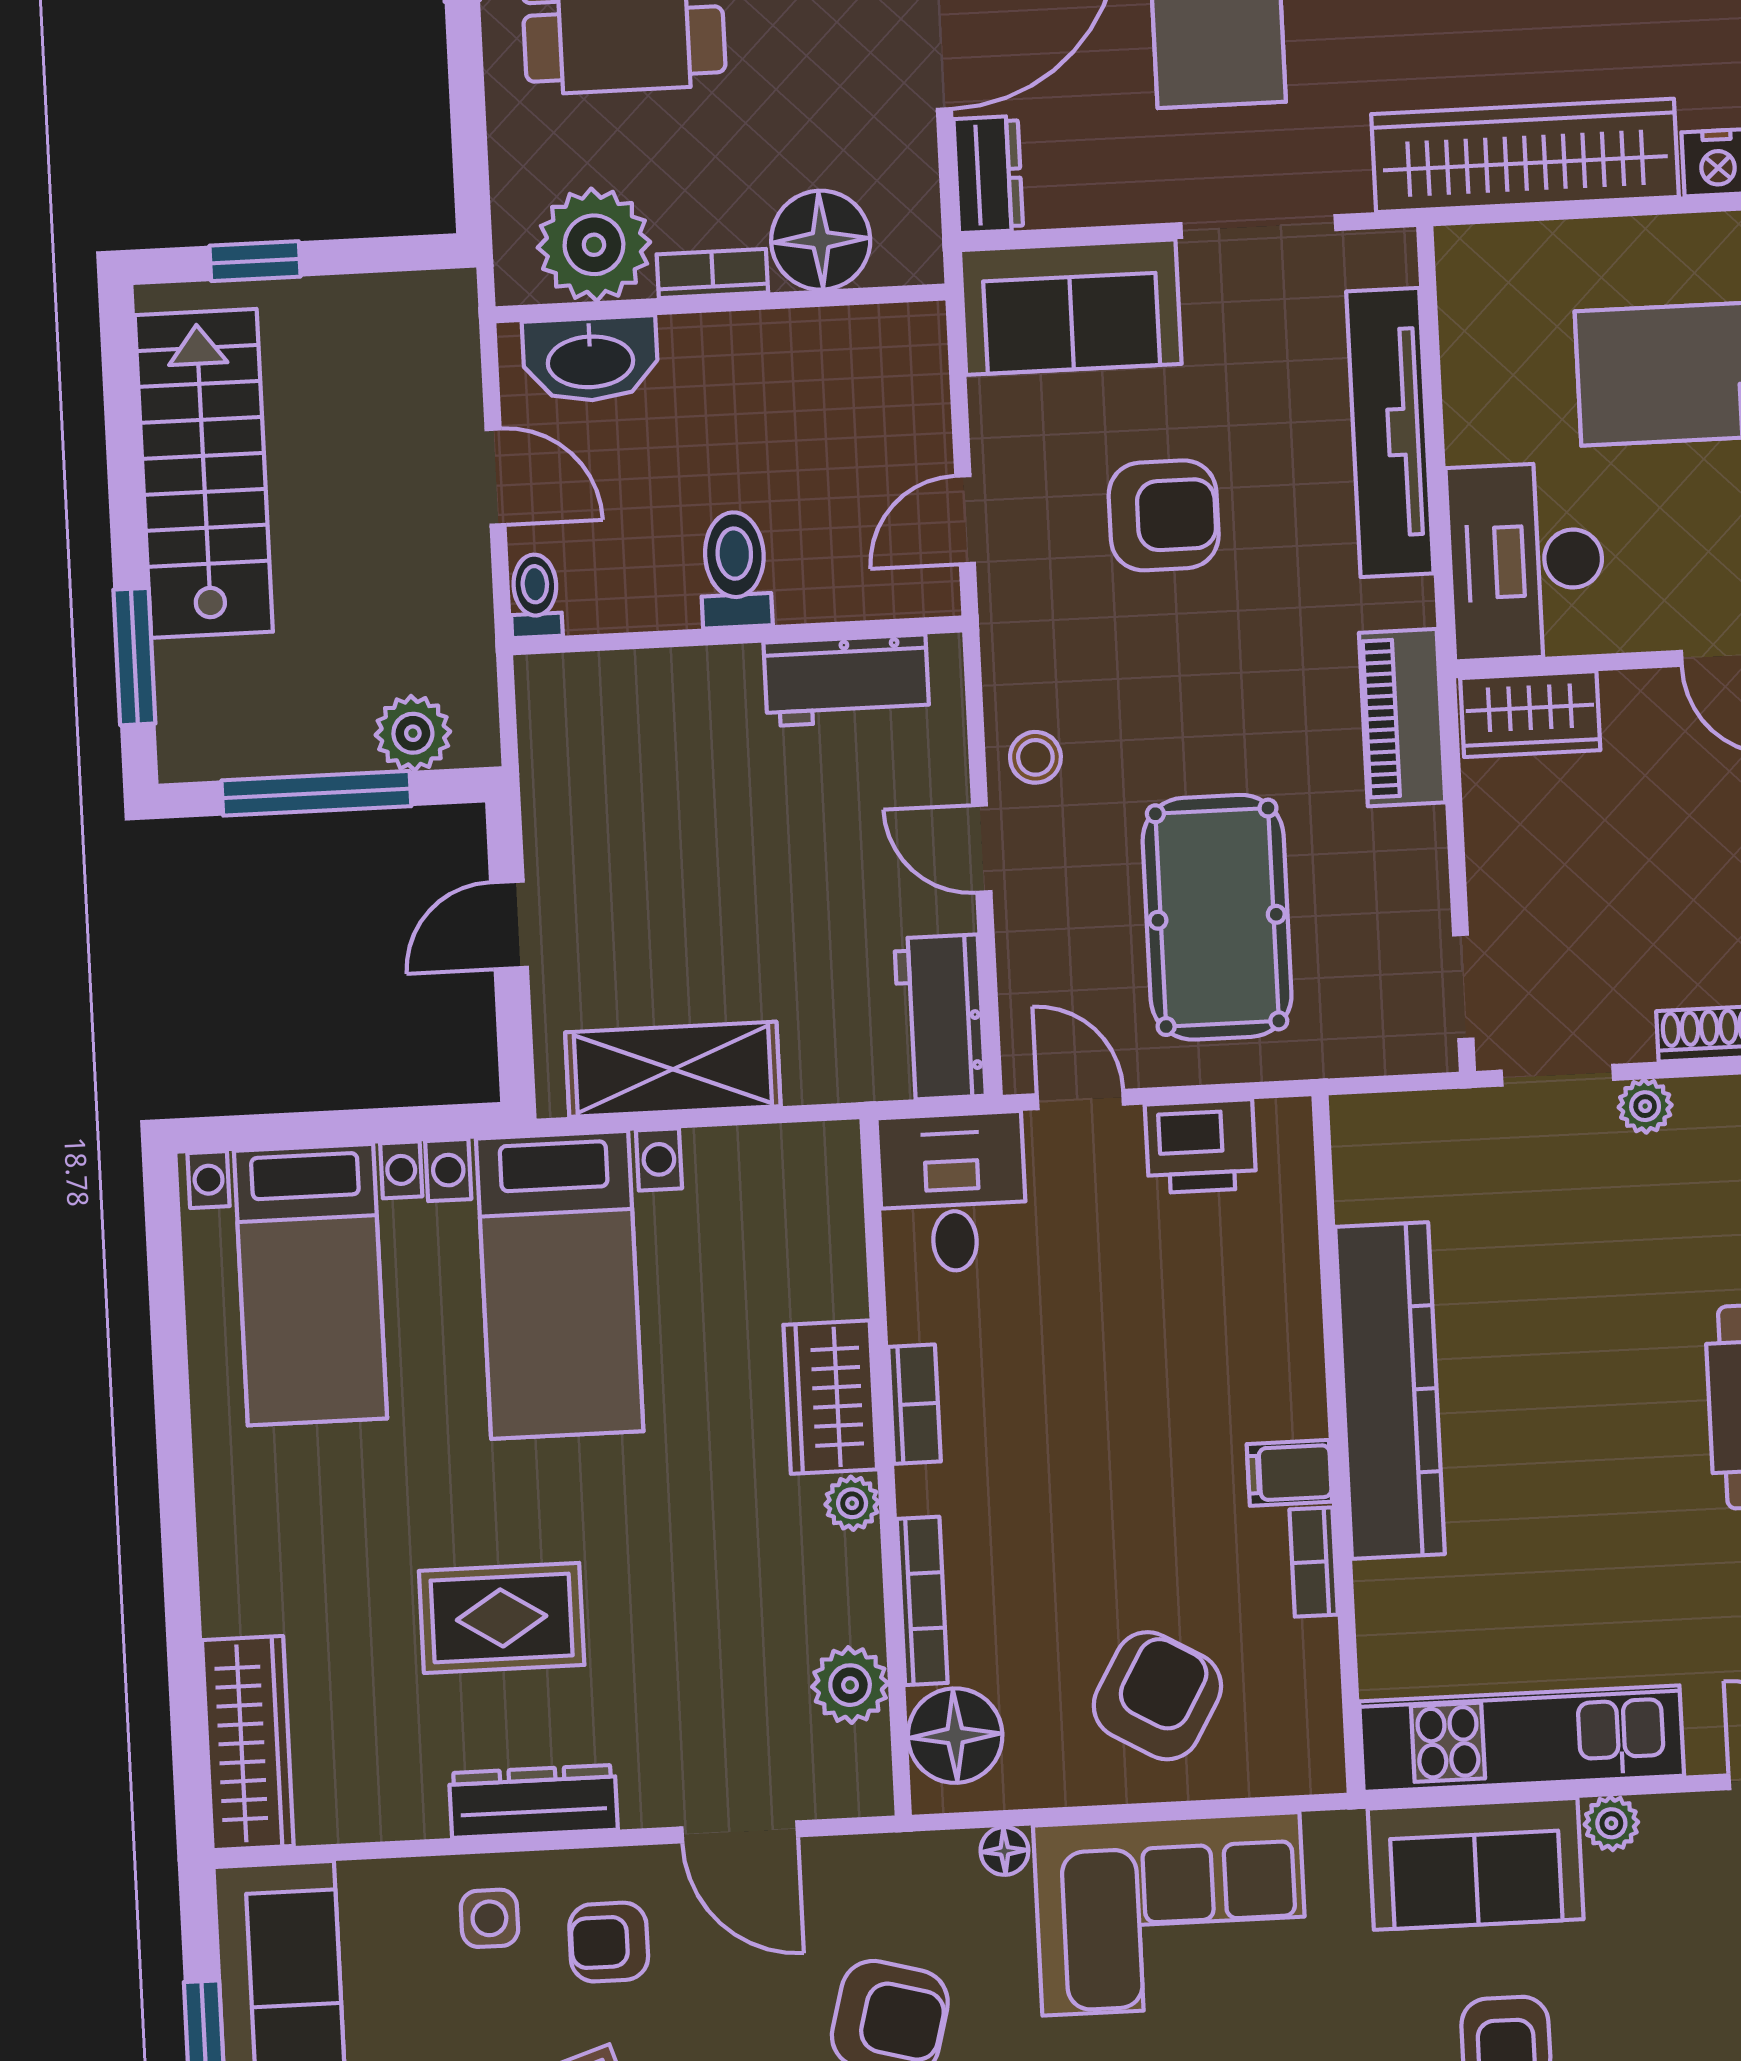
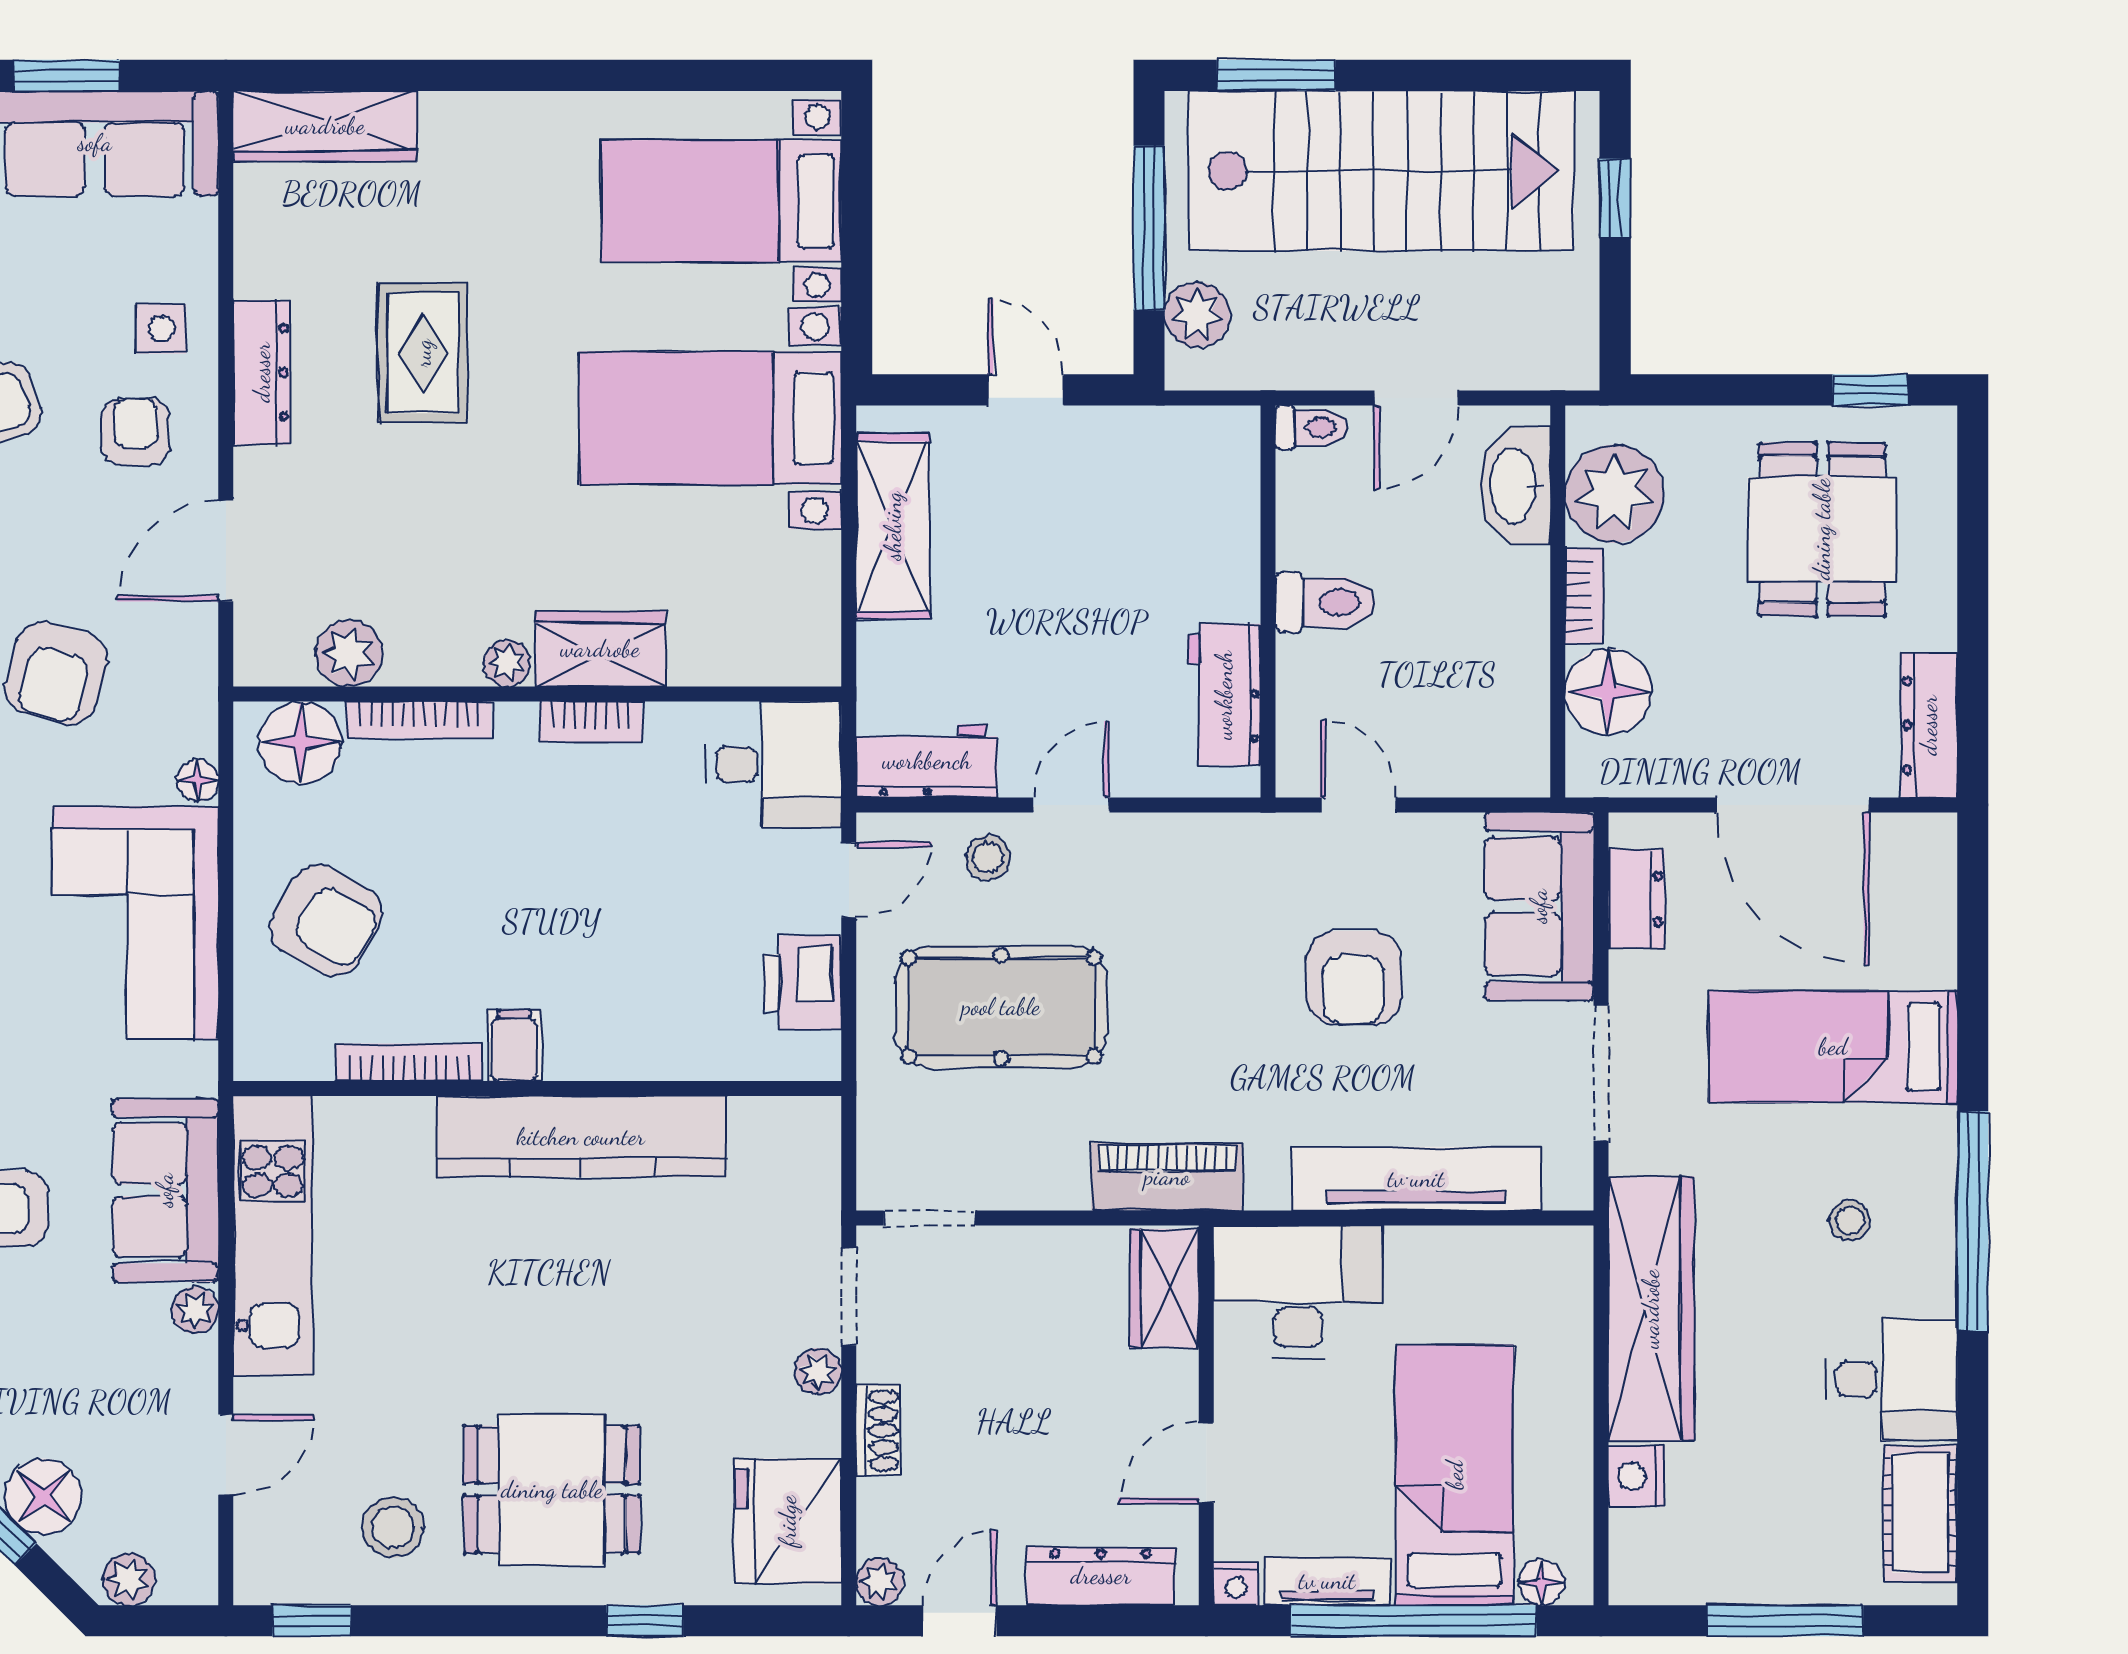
dresser: (988, 174) -> (1636, 899), moved, turned -90
stairs: (204, 473) -> (1381, 171), width x1.36, depth x1.51
stool: (1035, 757) -> (988, 858), moved
bookcase: (1314, 1562) -> (409, 1062), width x1.56

